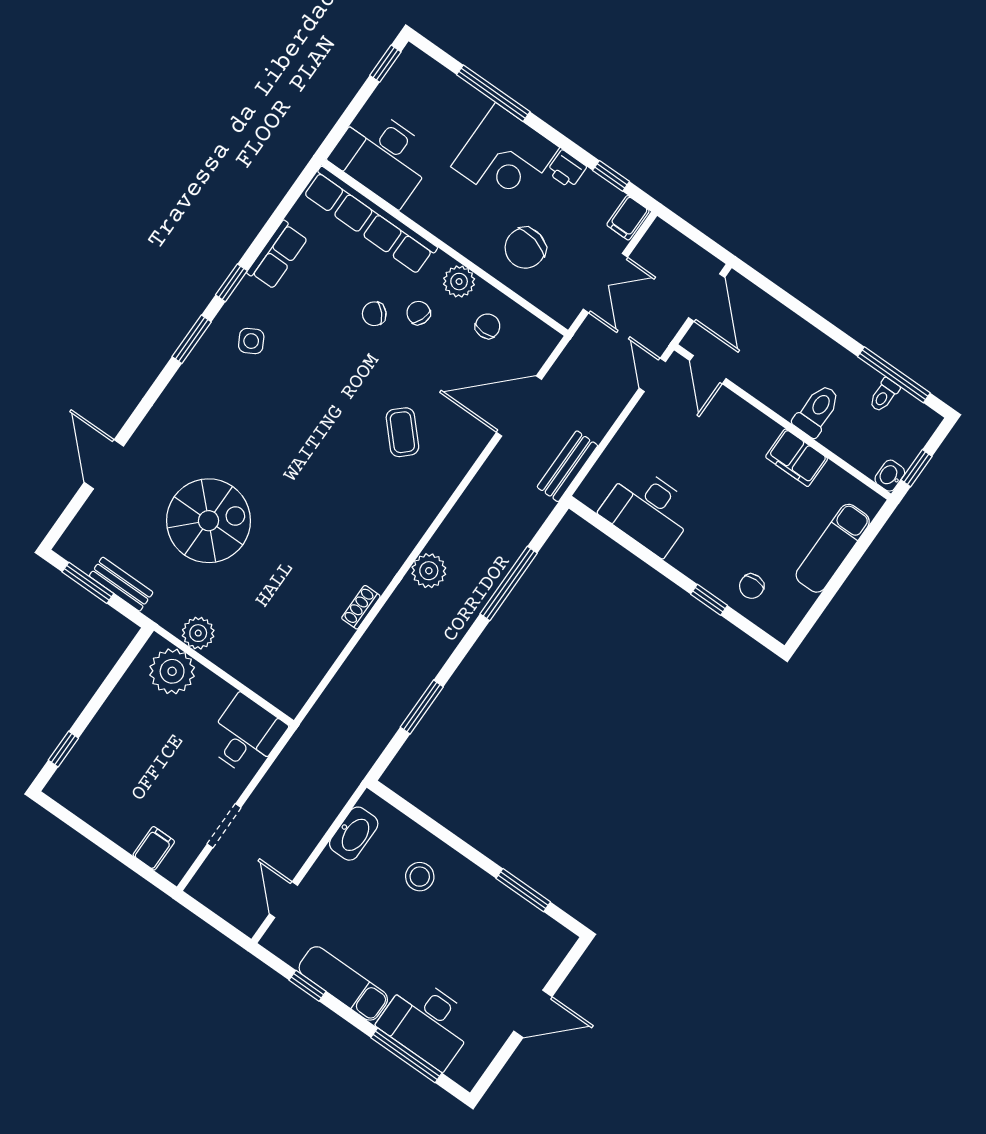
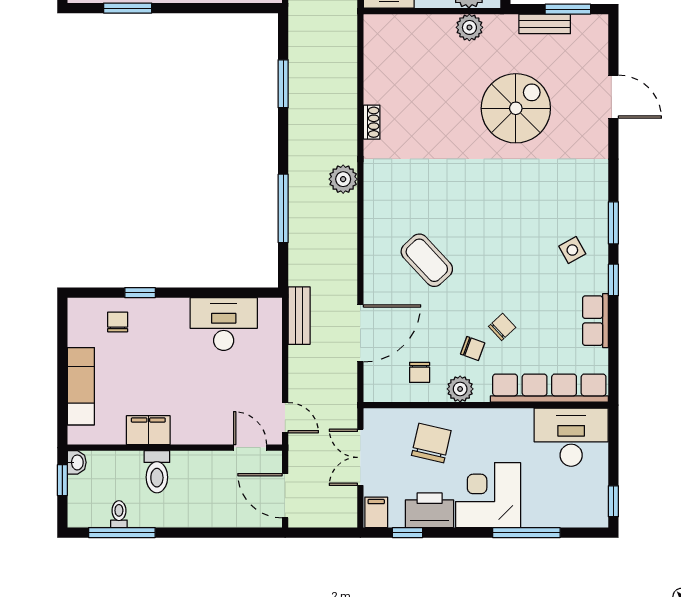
printer: (567, 169) -> (430, 510), width x1.87, depth x1.48
coffee table: (402, 432) -> (427, 260), width x1.36, depth x1.30
spiral stairs: (209, 521) -> (516, 108), turned 180

